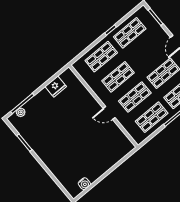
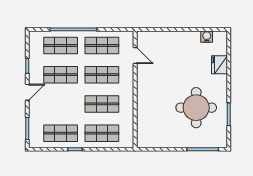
fridge: (56, 87) -> (219, 65), moved, turned -90
plant: (21, 112) -> (210, 143), removed
door: (109, 113) -> (135, 55), moved
round table: (51, 129) -> (196, 108), added

